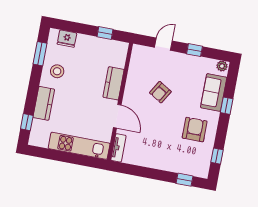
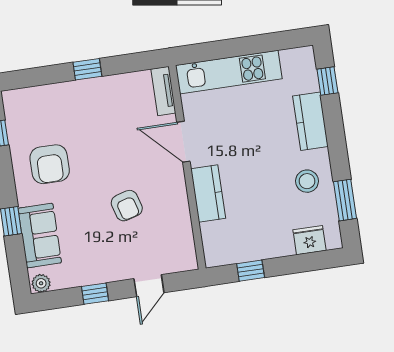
armchair: (160, 92) -> (127, 206), turned 133
window: (185, 180) -> (87, 69), moved

